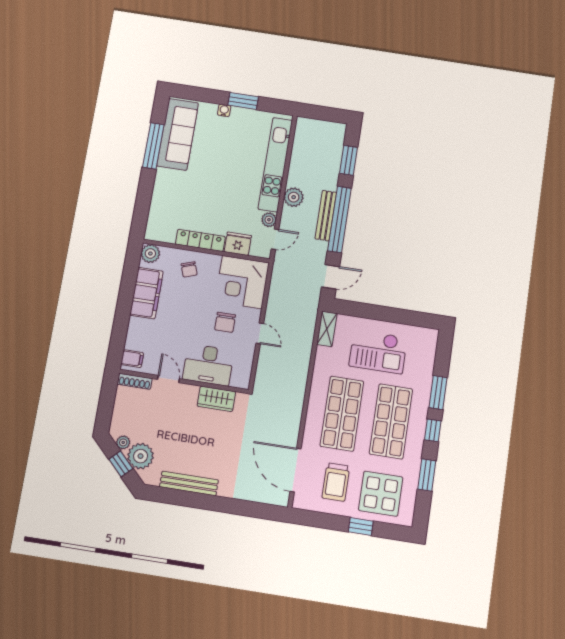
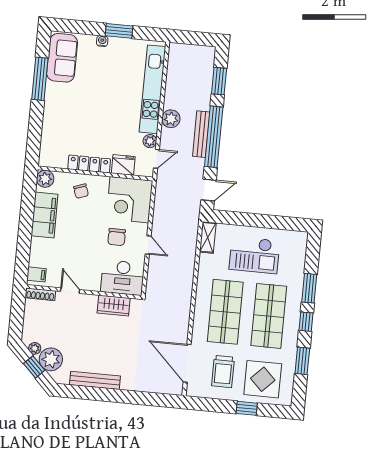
sofa: (178, 134) -> (62, 58), width x0.73
desk: (208, 365) -> (123, 278), moved

